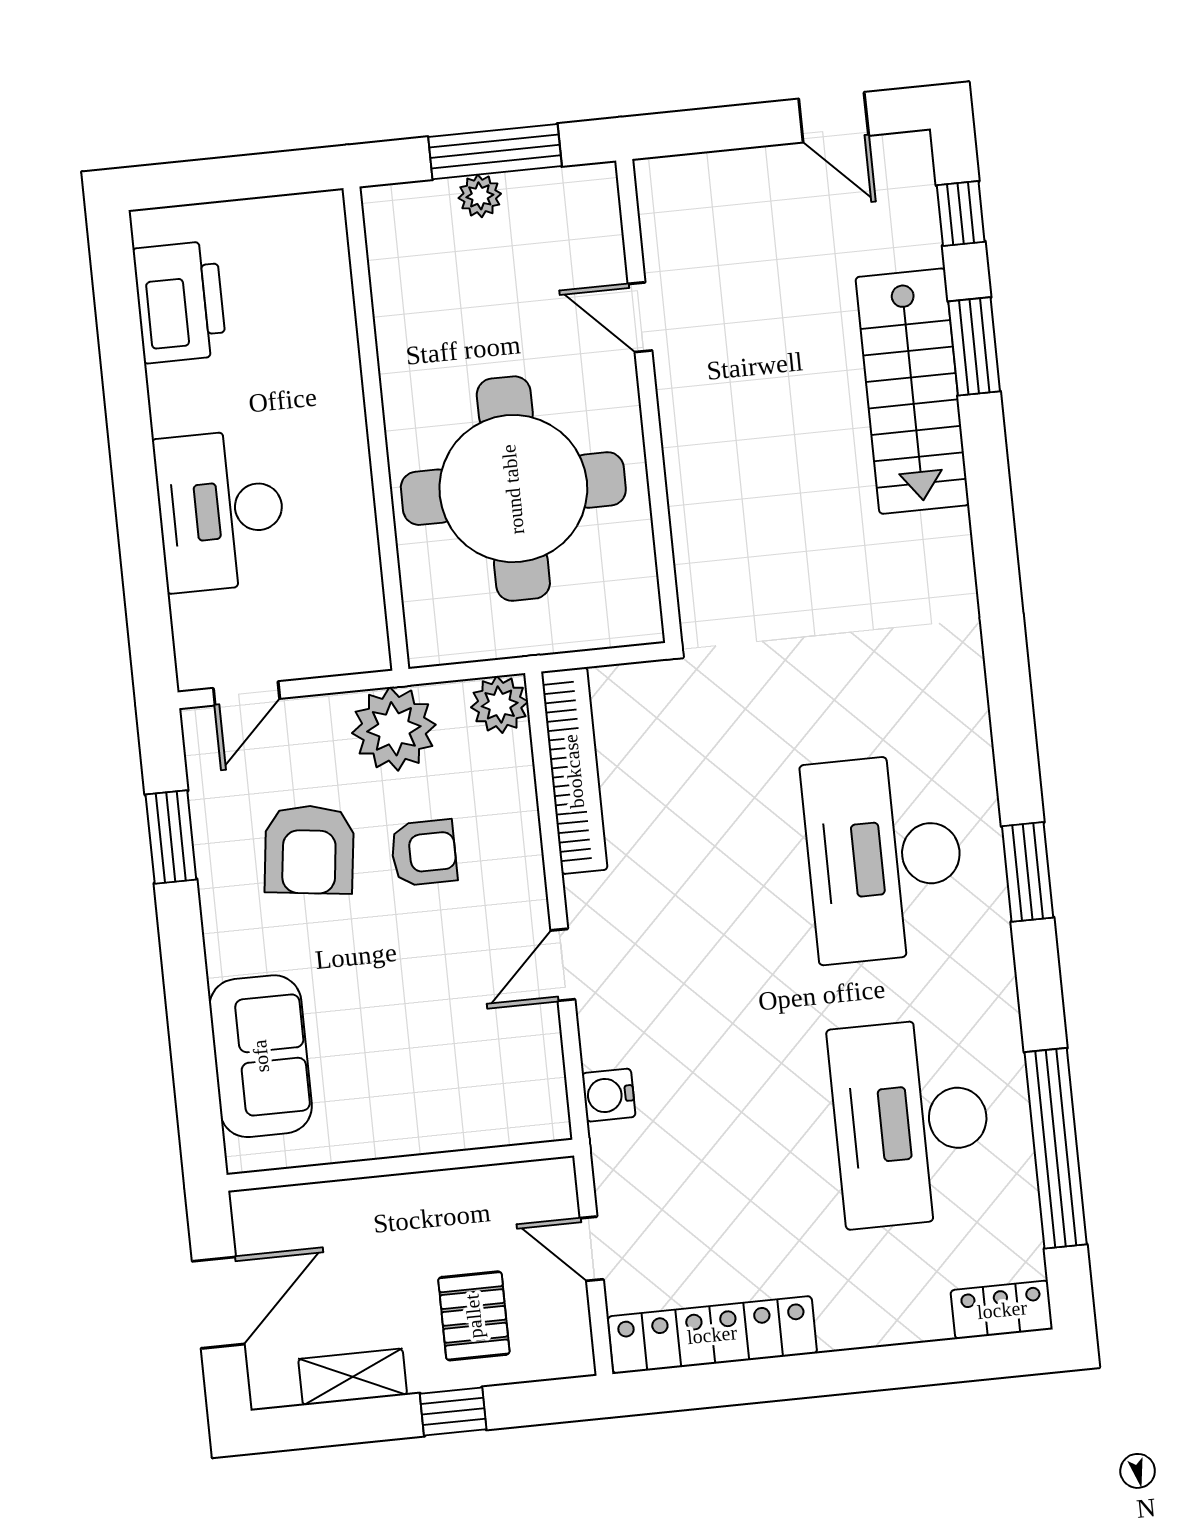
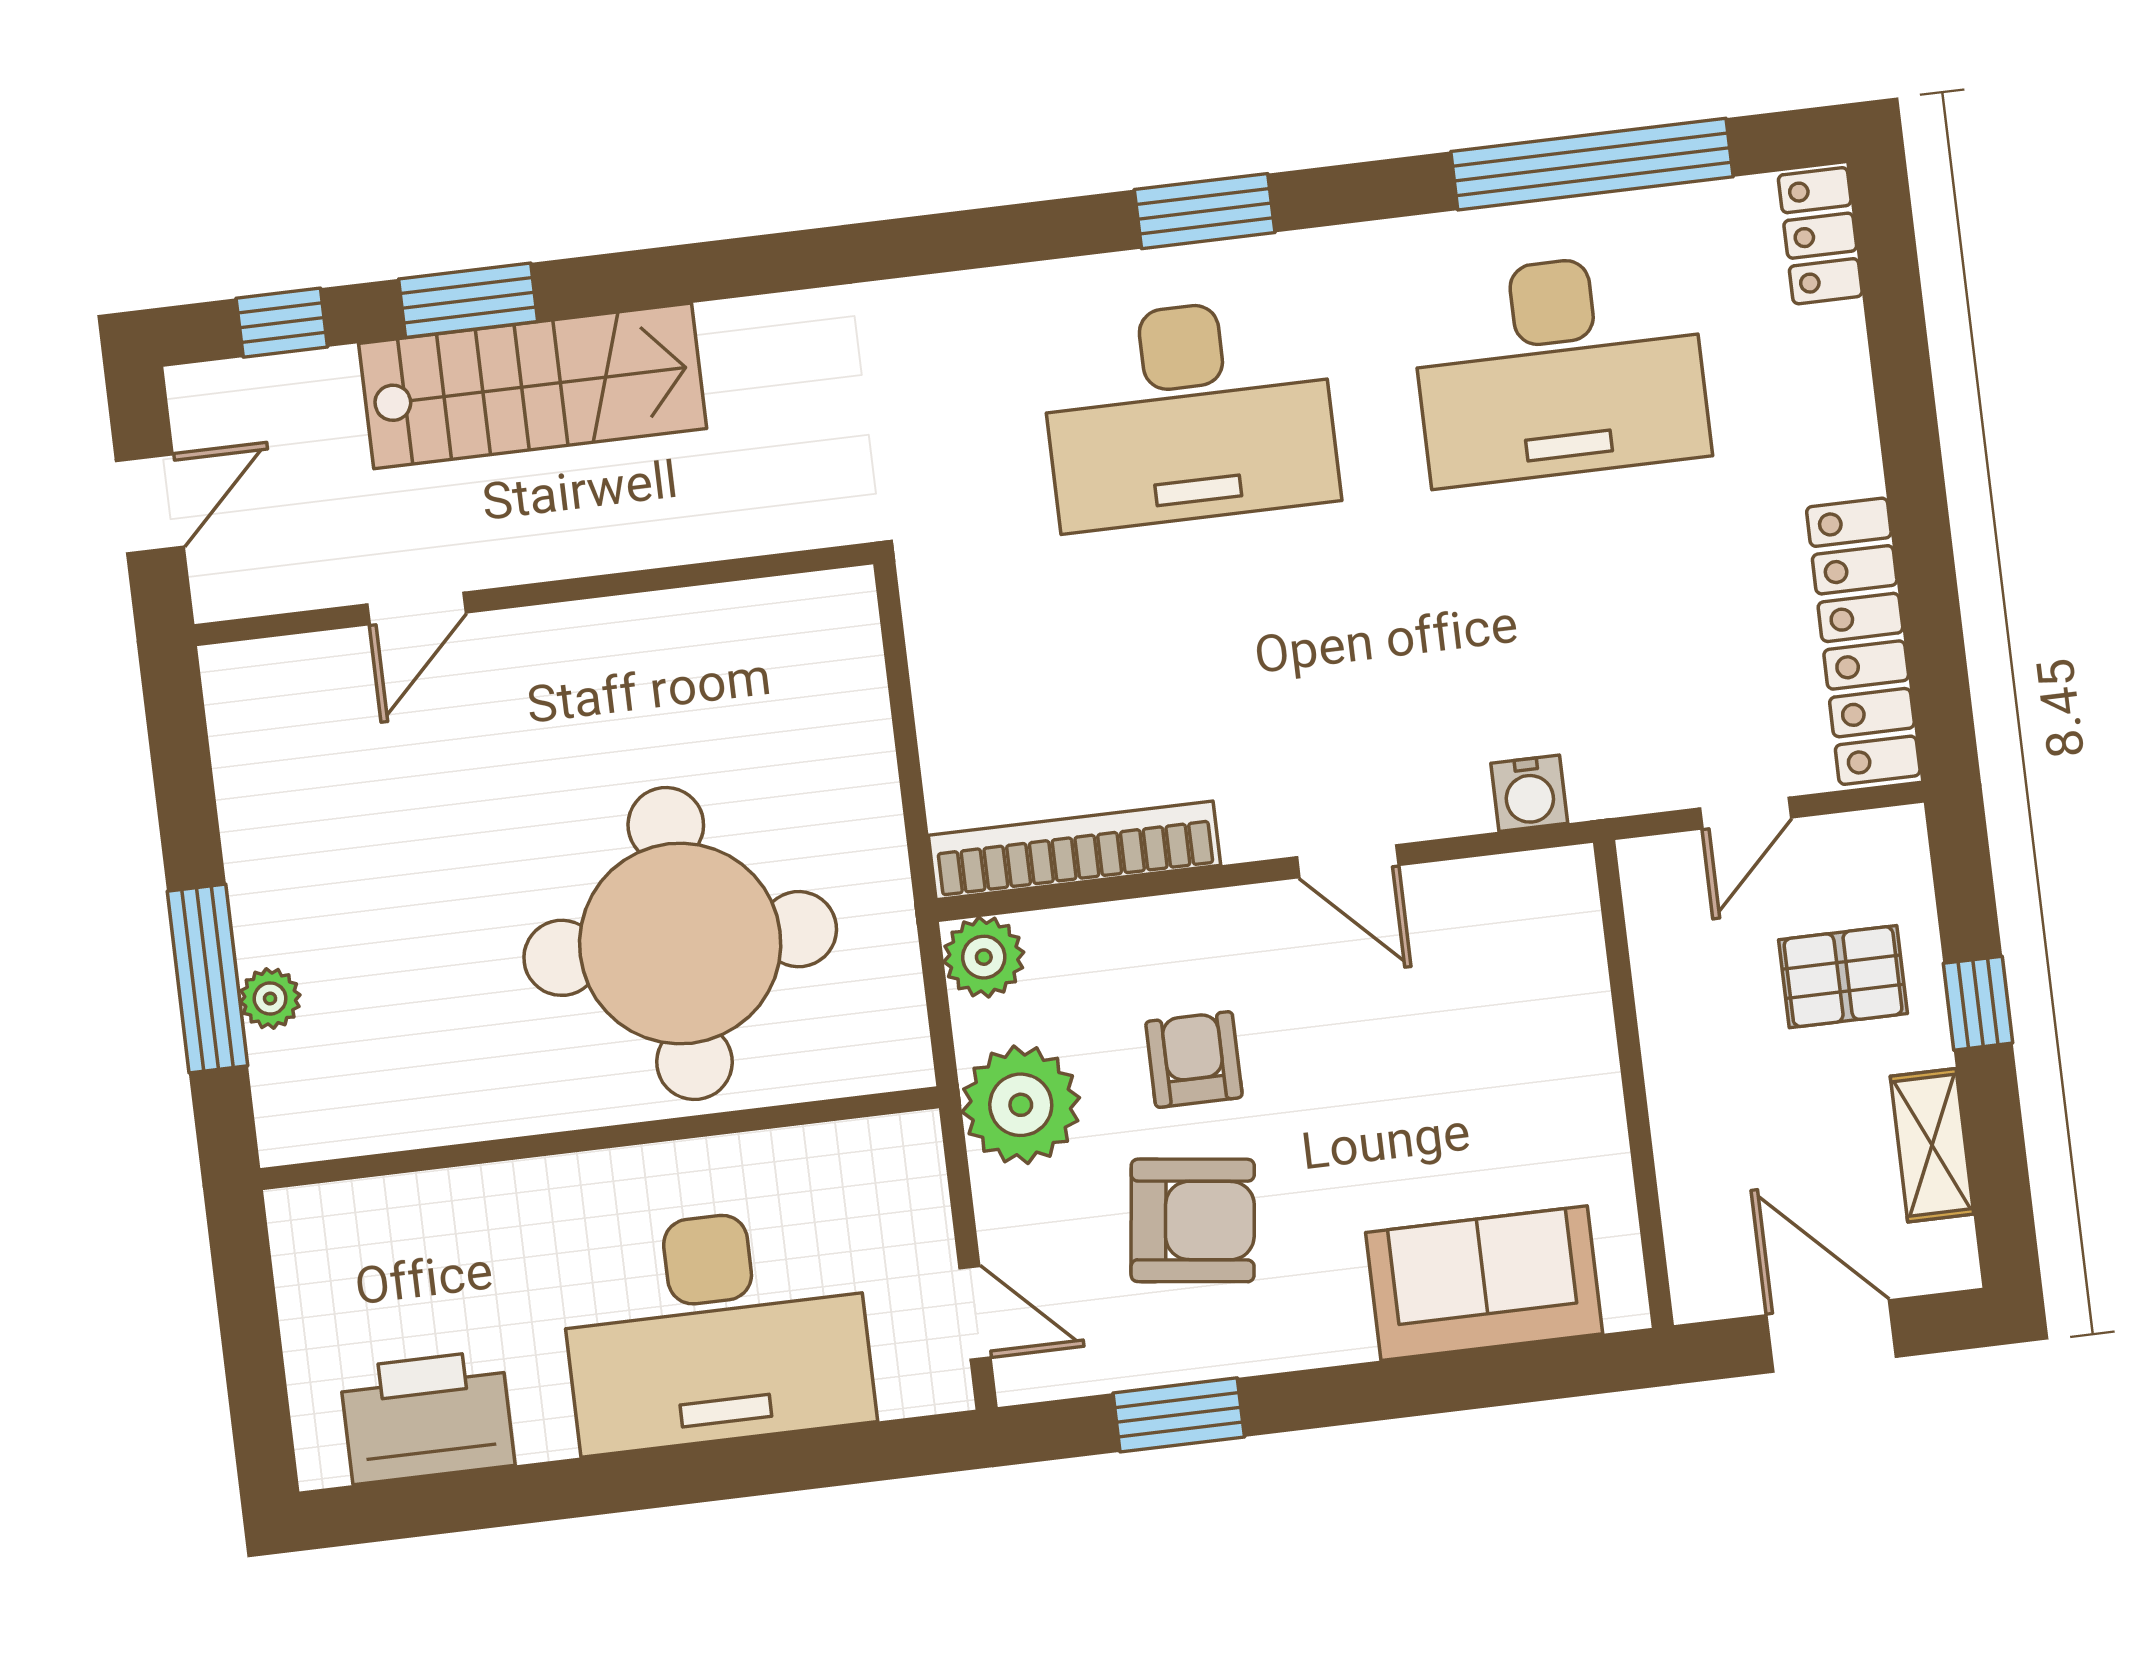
door: (640, 317) -> (416, 608), moved
wall: (649, 401) -> (534, 594), moved
desk: (221, 511) -> (716, 1328), width x1.36, depth x1.30

